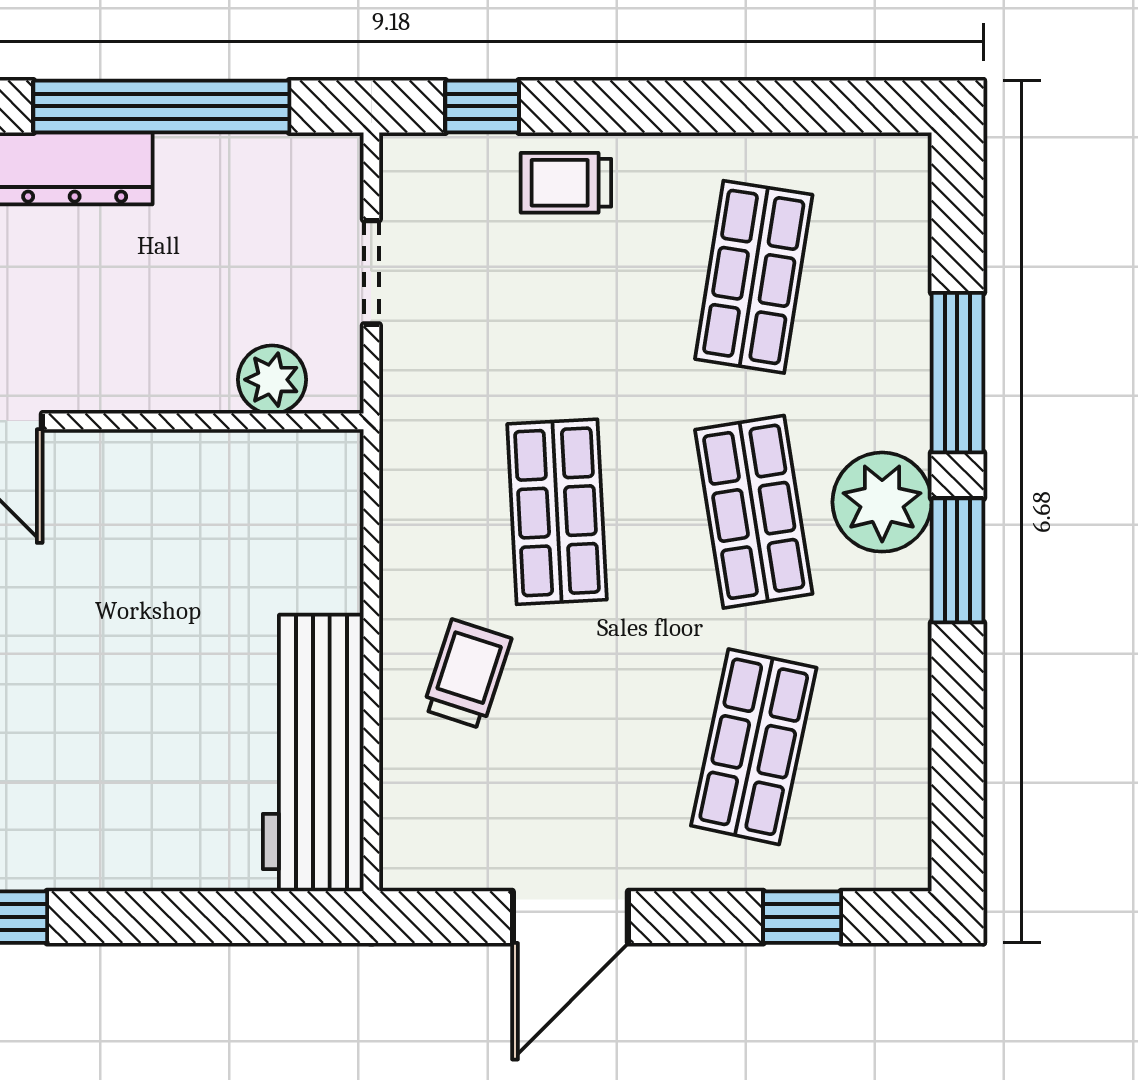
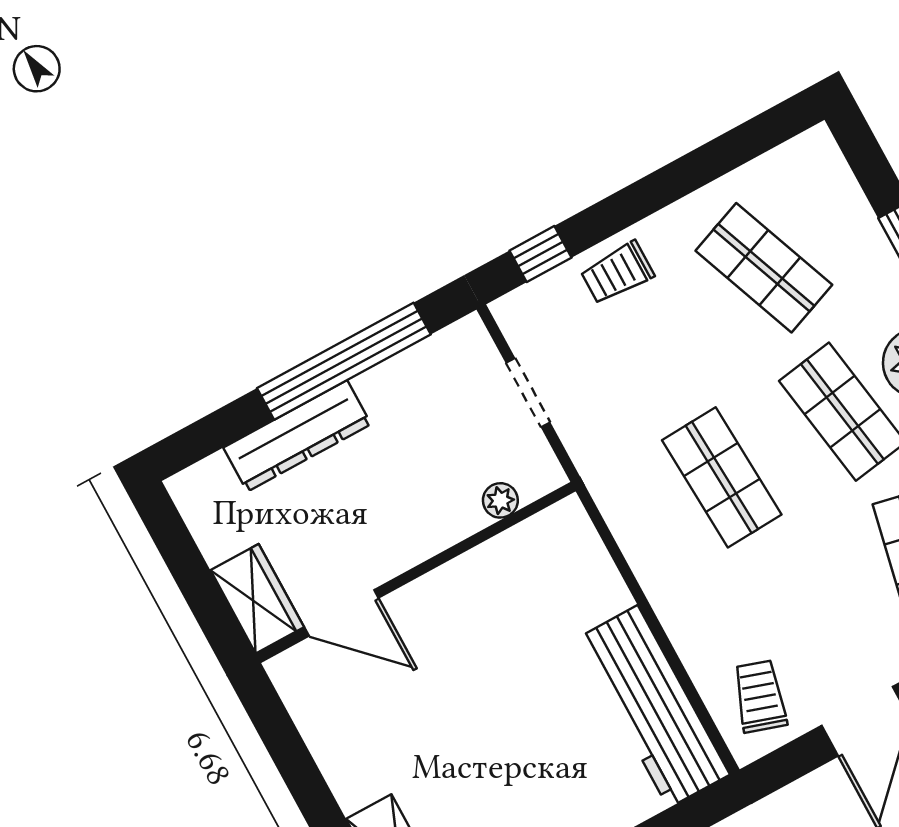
shop shelf: (754, 277) -> (764, 268), turned -30
plant: (272, 380) -> (500, 500), width x0.73, depth x0.73
trolley: (467, 674) -> (760, 696), moved

